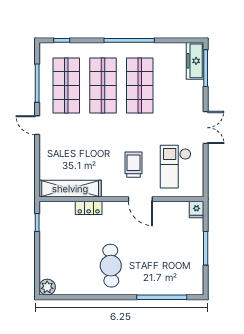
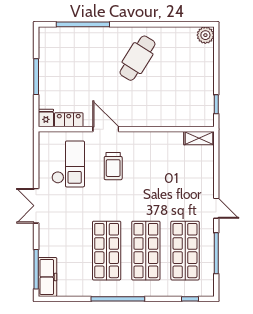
shelving: (70, 189) -> (199, 138), width x0.45, depth x0.75
locker: (89, 208) -> (69, 120), moved
cafe table: (111, 266) -> (137, 58), turned 34

